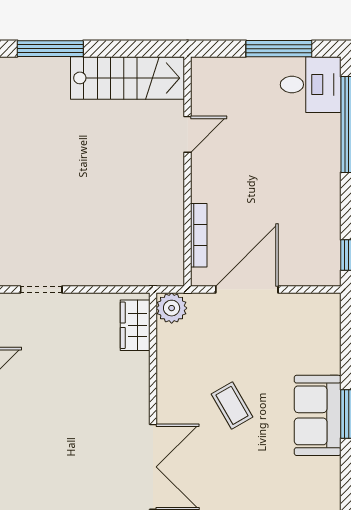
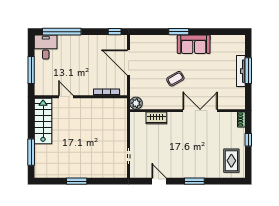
window: (279, 49) -> (31, 70), moved
door: (247, 289) -> (128, 63), moved
wardrobe: (135, 325) -> (156, 118), moved
sofa: (318, 415) -> (194, 44), moved

